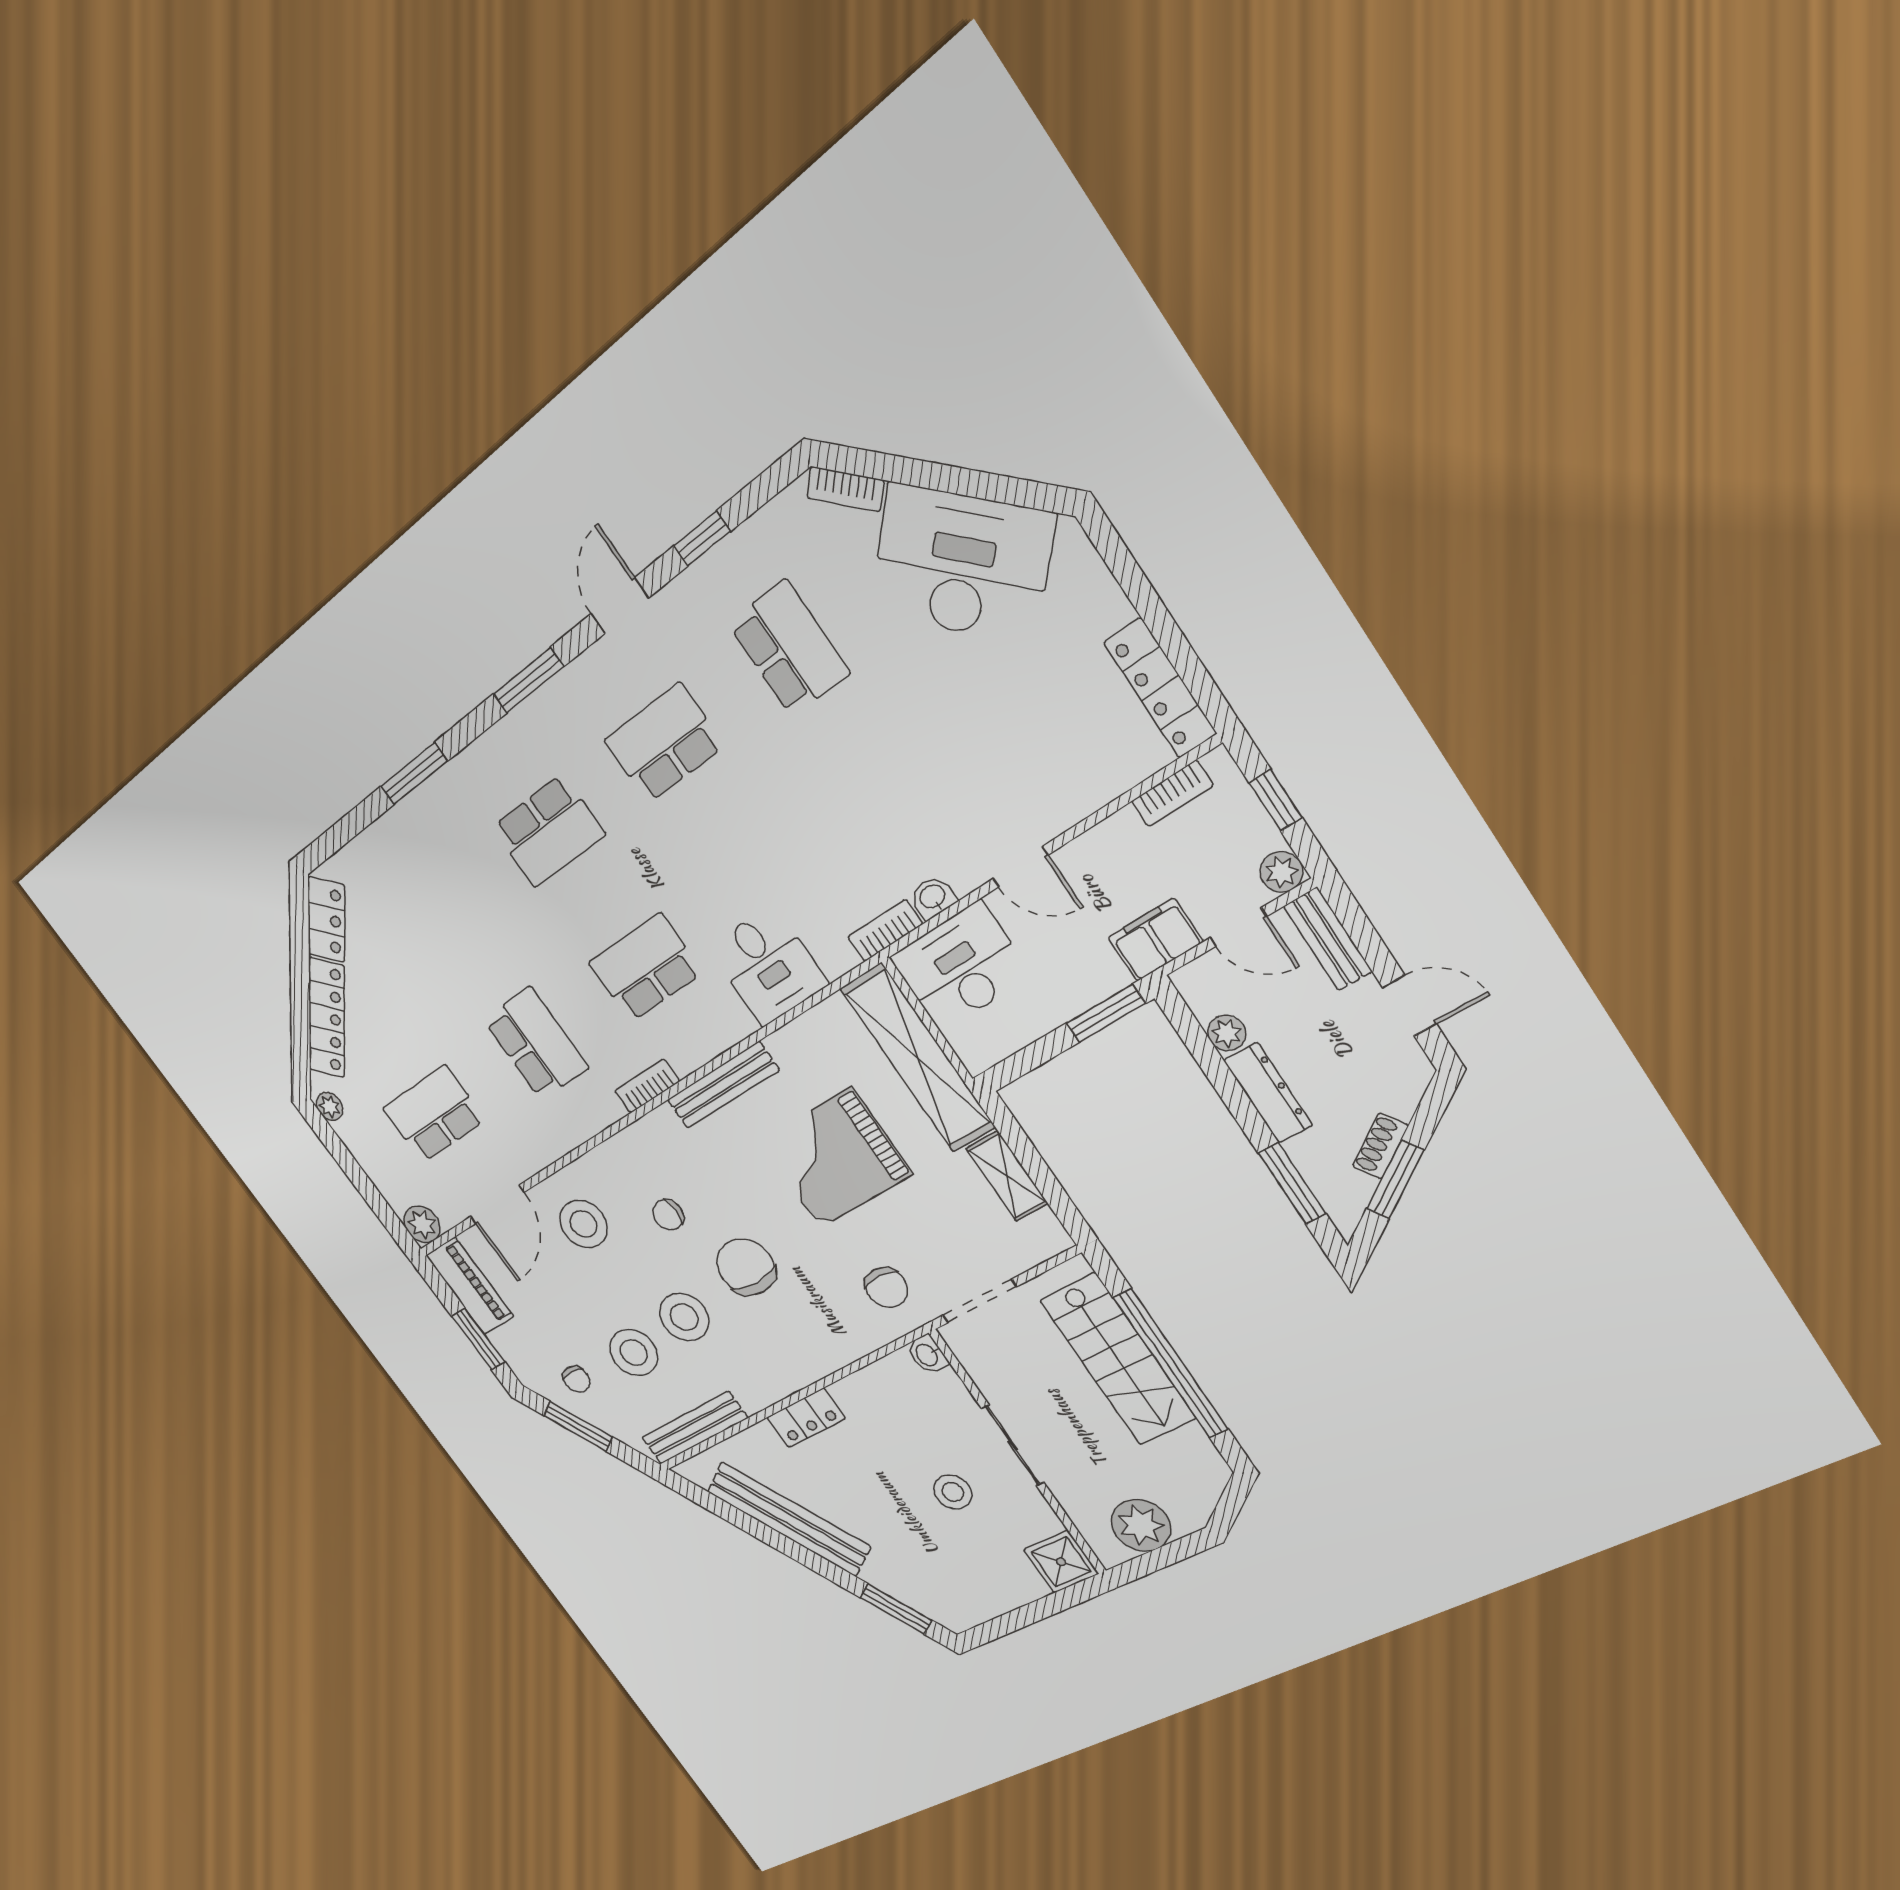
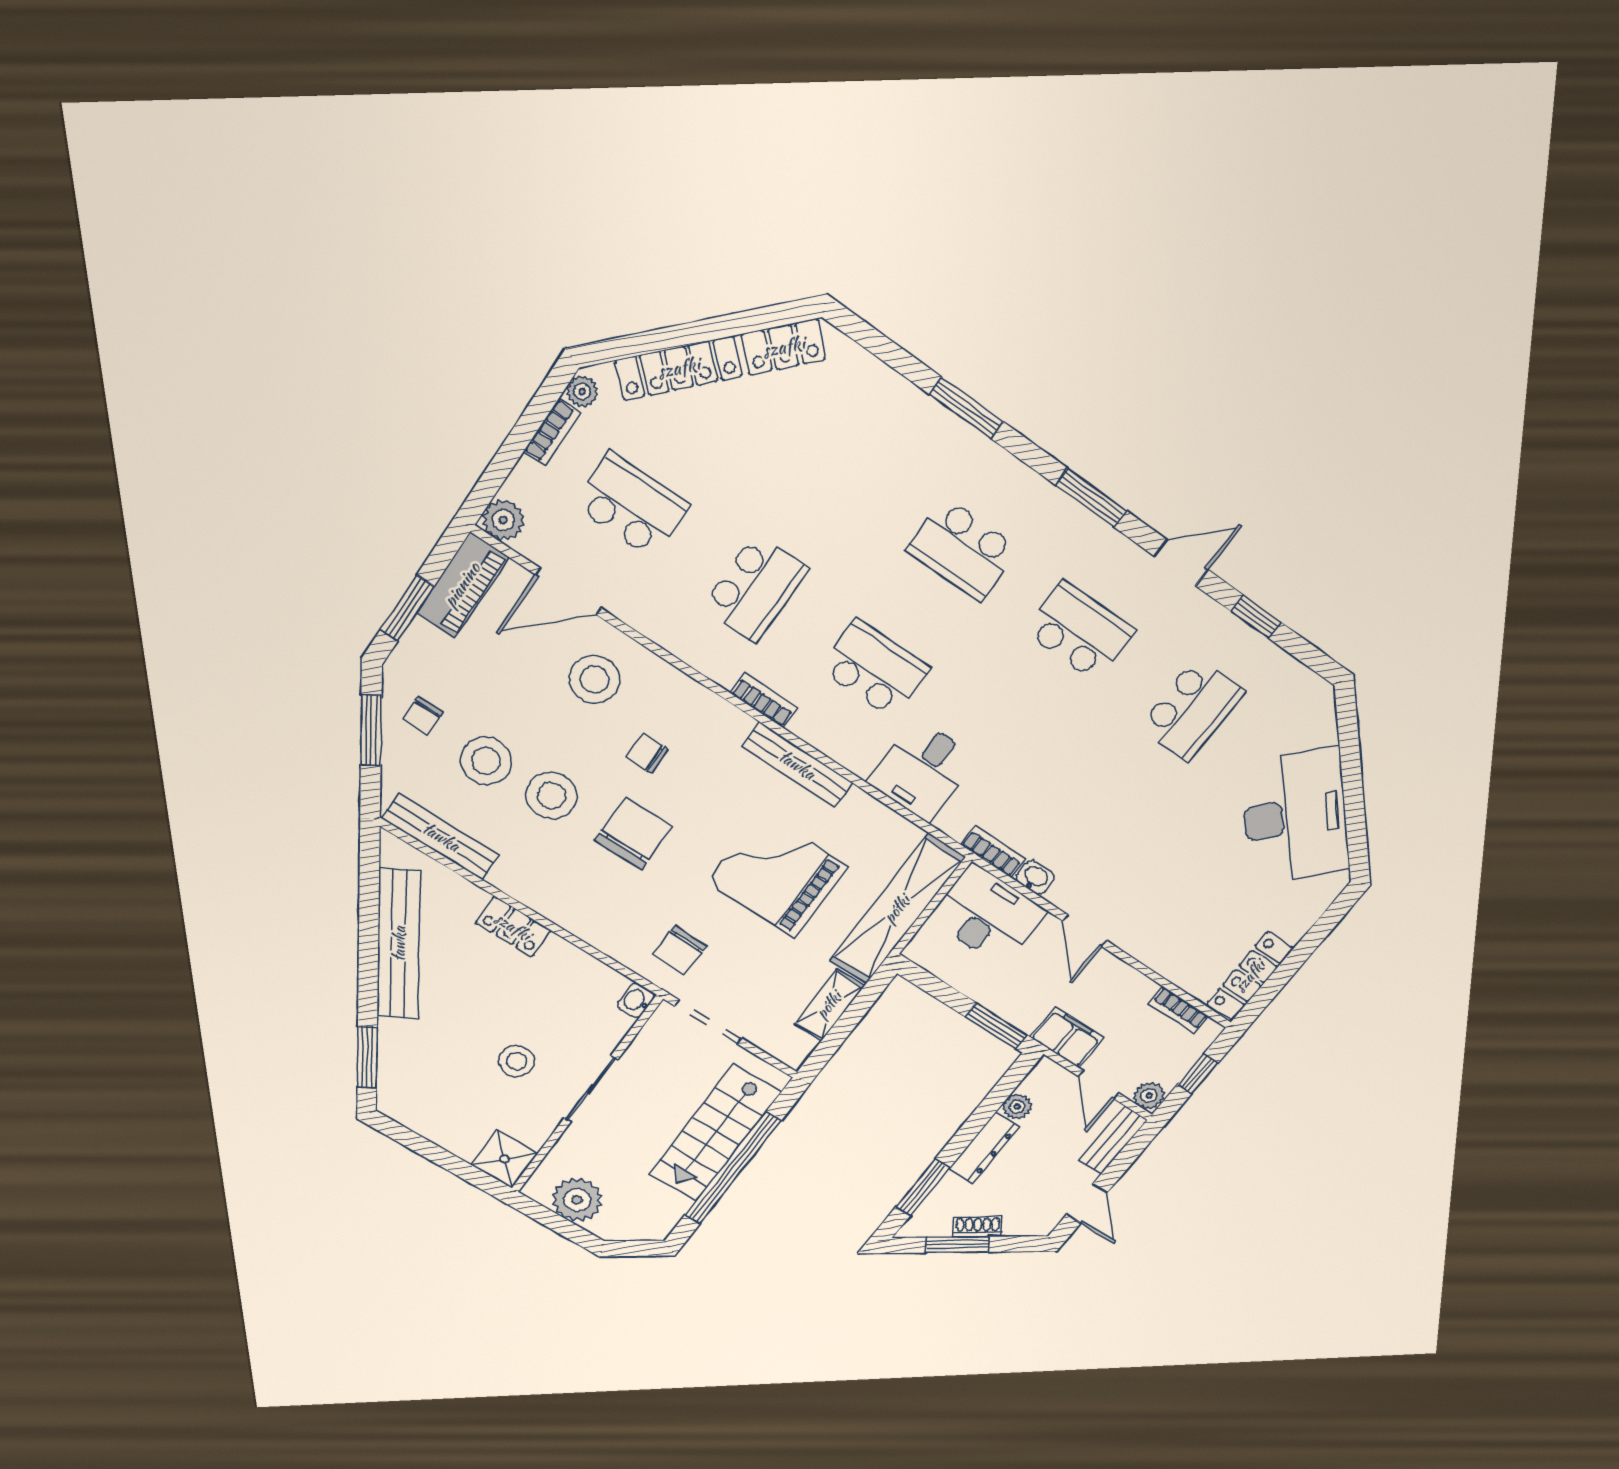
bookcase: (845, 489) -> (552, 432), moved, turned -135

